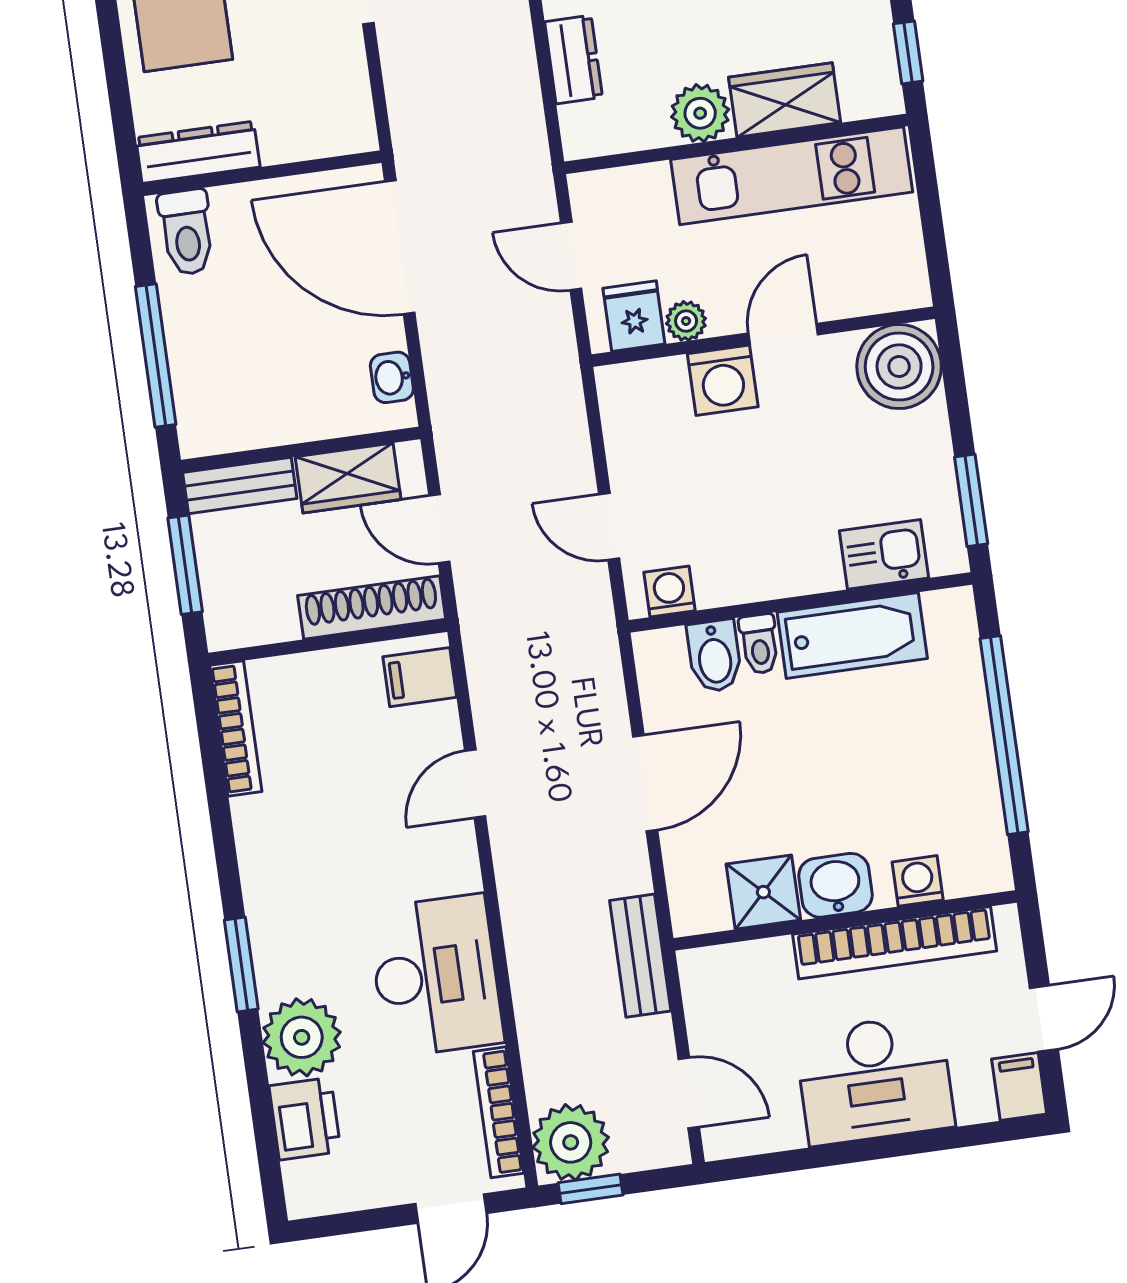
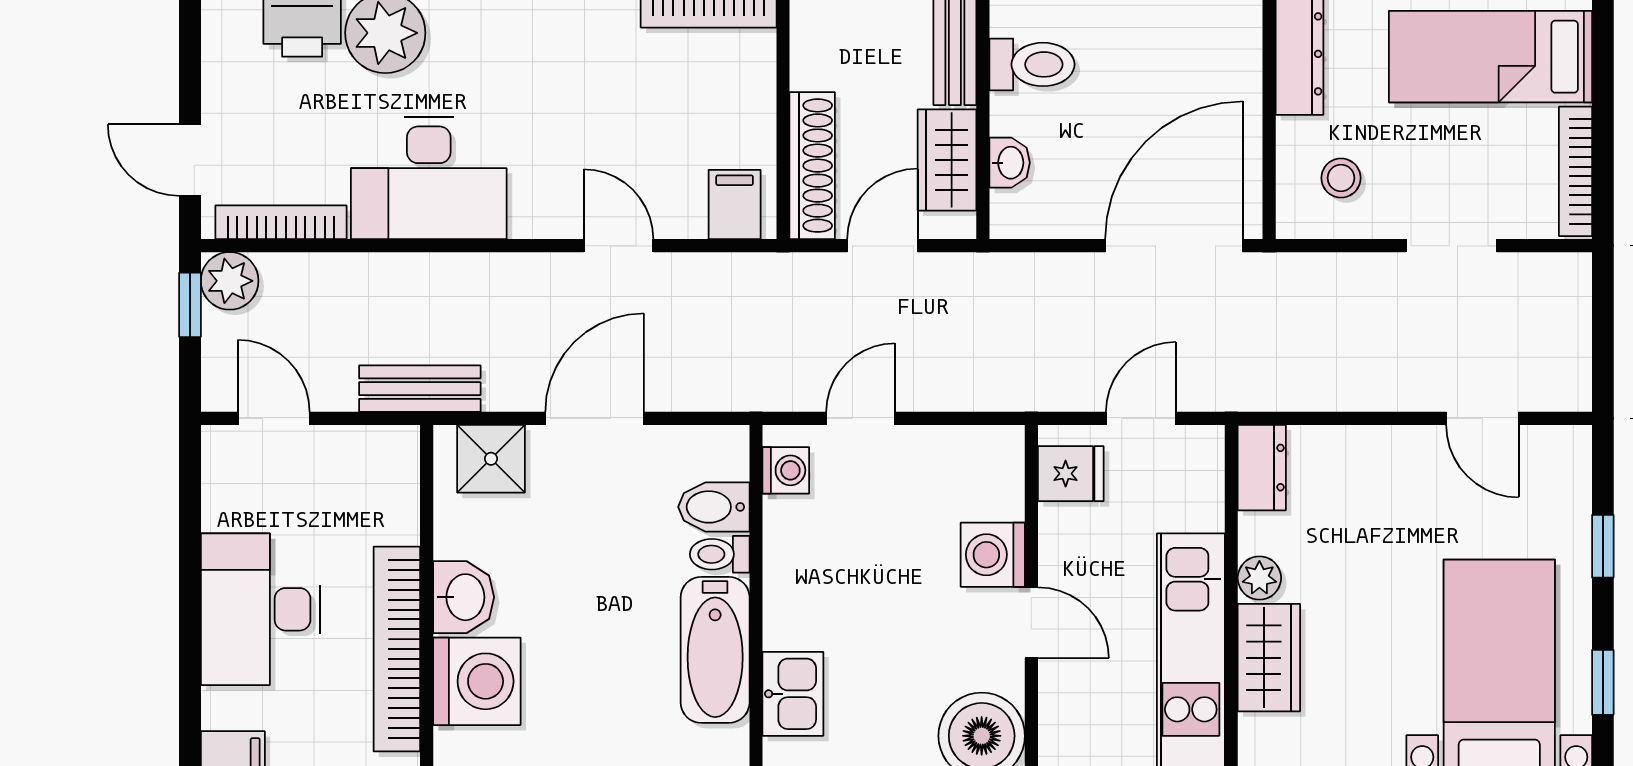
dresser: (574, 60) -> (1262, 468), moved, turned -90
stool: (312, 95) -> (1341, 178), added
plant: (700, 113) -> (1259, 578), width x0.73, depth x0.73
toilet: (187, 232) -> (1032, 64), moved, turned 180
plant: (686, 321) -> (1058, 526), removed
washbasin: (392, 377) -> (1010, 163), moved, turned 90
door: (645, 783) -> (595, 418), swing flipped
washing machine: (918, 881) -> (477, 681), width x1.89, depth x1.89
shower: (763, 892) -> (491, 459), moved
door: (689, 1093) -> (274, 418), swing flipped
plant: (571, 1142) -> (230, 281), width x0.73, depth x0.73

